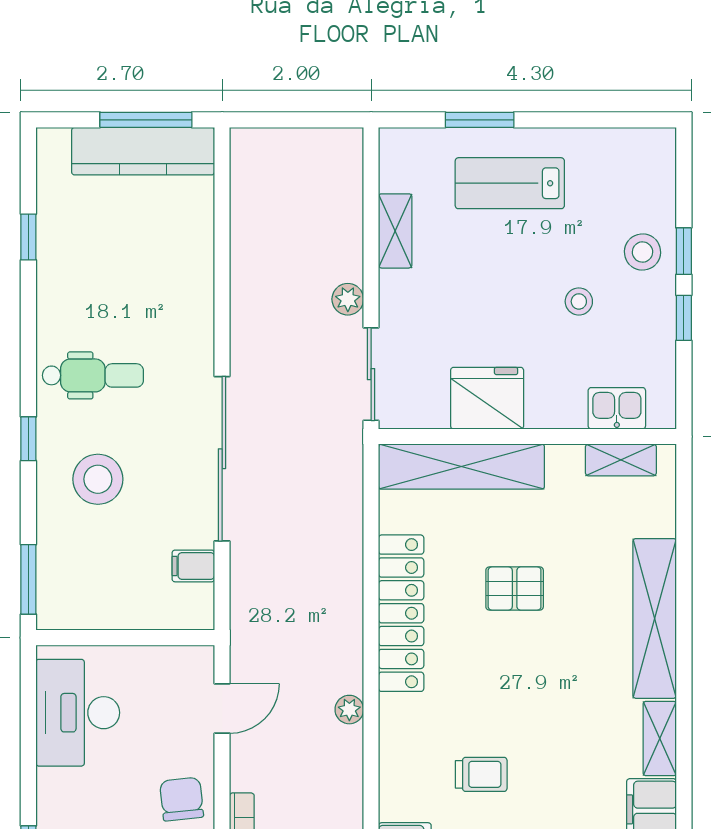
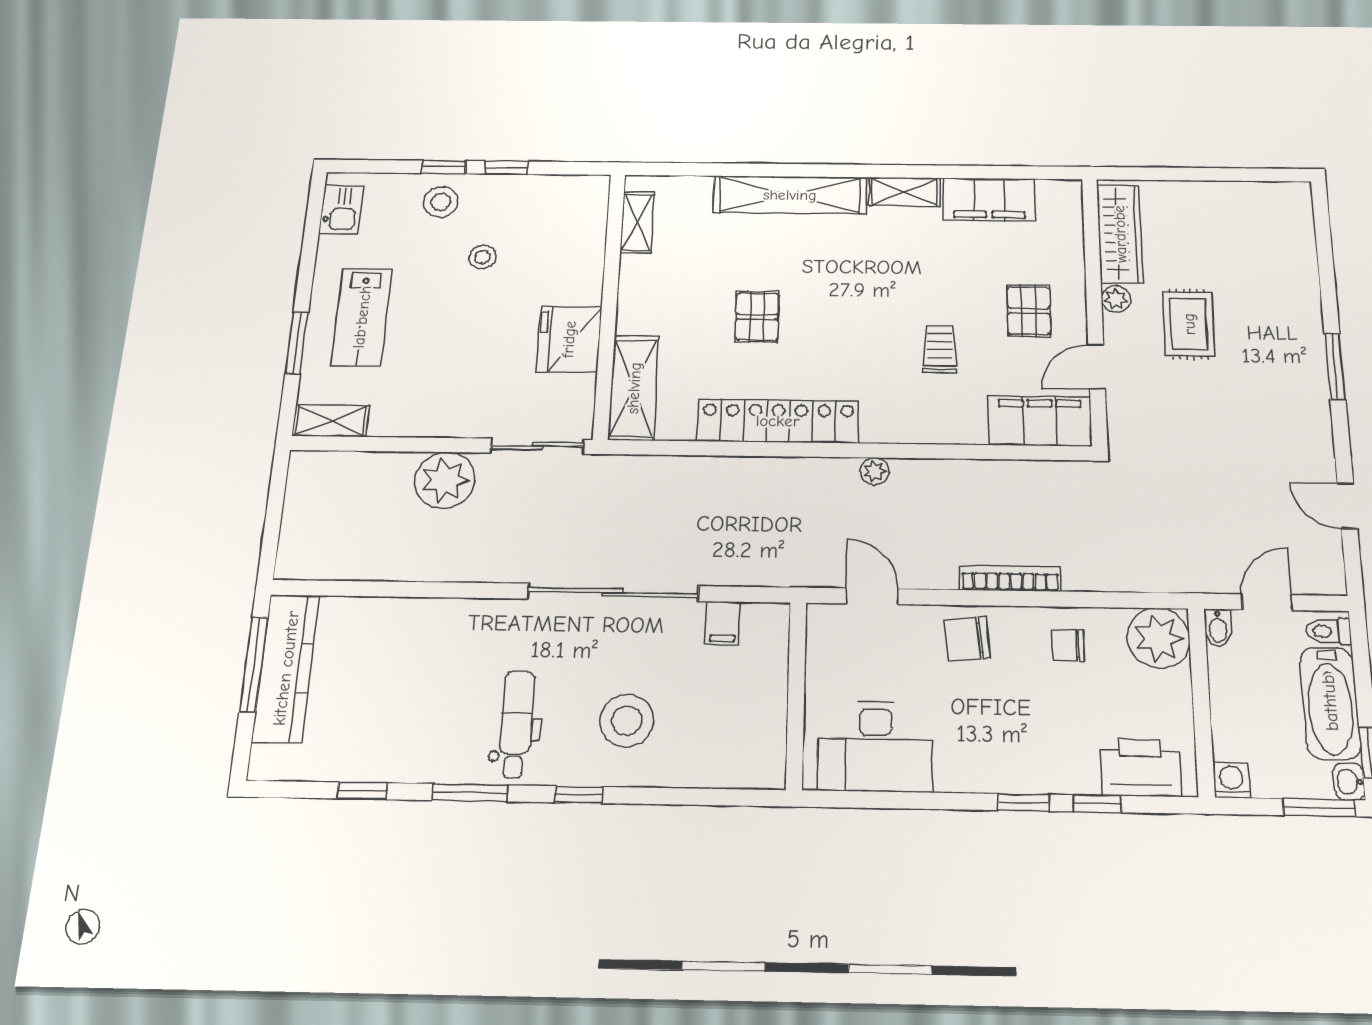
shelving: (395, 231) -> (331, 421), moved
plant: (348, 299) -> (445, 480), width x1.88, depth x1.88
kitchen sink: (617, 408) -> (341, 209), moved, turned 180
shelving: (461, 467) -> (634, 388), width x0.68
window: (28, 579) -> (470, 793), moved

